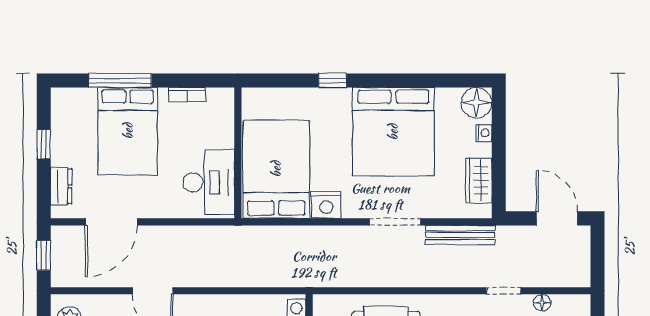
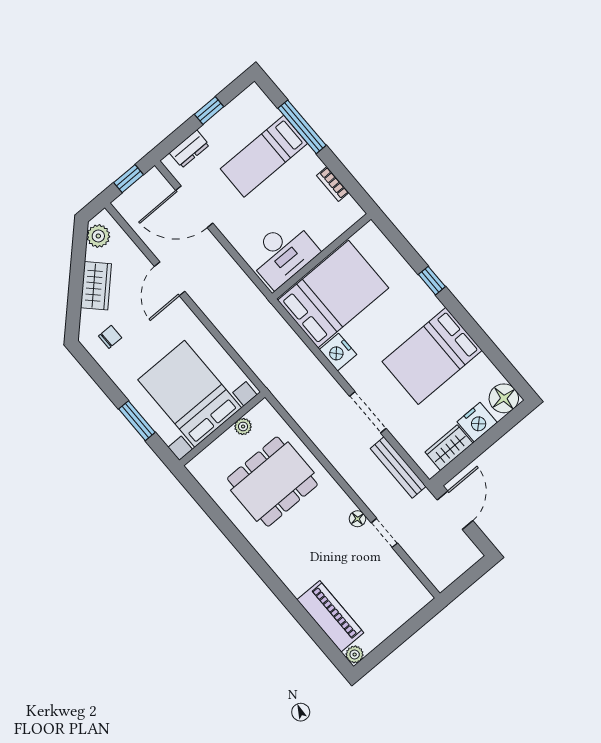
bed: (128, 131) -> (264, 156), width x0.67
bed: (393, 132) -> (432, 356), width x0.73
nightstand: (484, 133) -> (477, 422), width x1.89, depth x1.79
door: (557, 218) -> (455, 510), moved
floor lamp: (542, 303) -> (357, 519), moved

